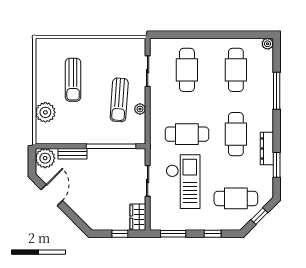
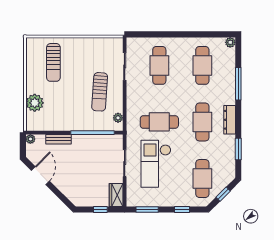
sun lounger: (73, 80) -> (53, 62), moved
plant: (140, 109) -> (118, 118), moved
dresser: (267, 148) -> (230, 120), moved
plant: (45, 158) -> (30, 139), width x0.53, depth x0.53
checkout: (183, 182) -> (156, 164), turned 180
cafe table: (236, 198) -> (202, 179), turned 90

